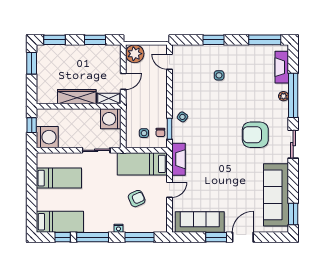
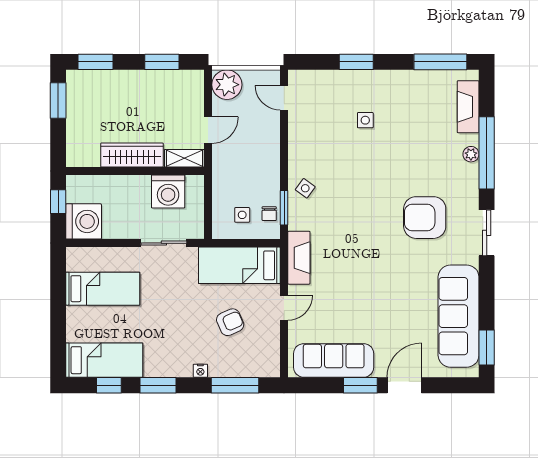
washing machine: (111, 119) -> (168, 191), moved, turned -90
window: (93, 237) -> (158, 385), width x0.69

